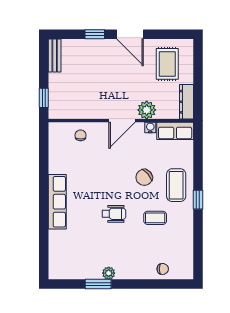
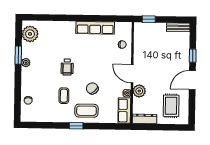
rug: (167, 64) -> (171, 106), turned 90
row of seats: (57, 202) -> (95, 28), moved
plant: (67, 268) -> (30, 34), added

